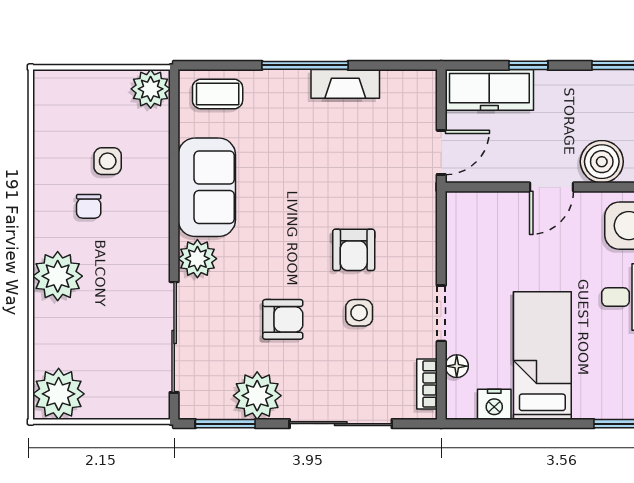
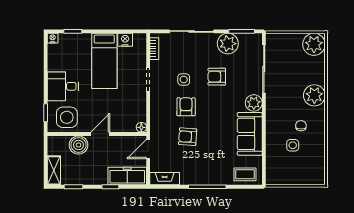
fireplace: (345, 84) -> (165, 179), moved
plant: (151, 89) -> (274, 177), removed
armchair: (350, 181) -> (188, 137), added
floor lamp: (457, 366) -> (141, 127), moved

